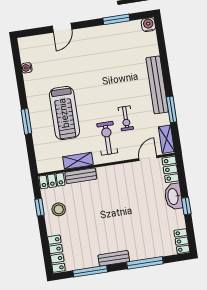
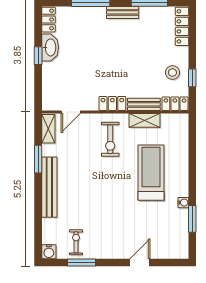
water cooler: (27, 68) -> (183, 203), moved
exercise bike: (126, 118) -> (76, 242), moved
window: (26, 121) -> (192, 219), moved
locker: (170, 169) -> (112, 103), moved, turned -90
washbasin: (173, 196) -> (50, 47), moved

